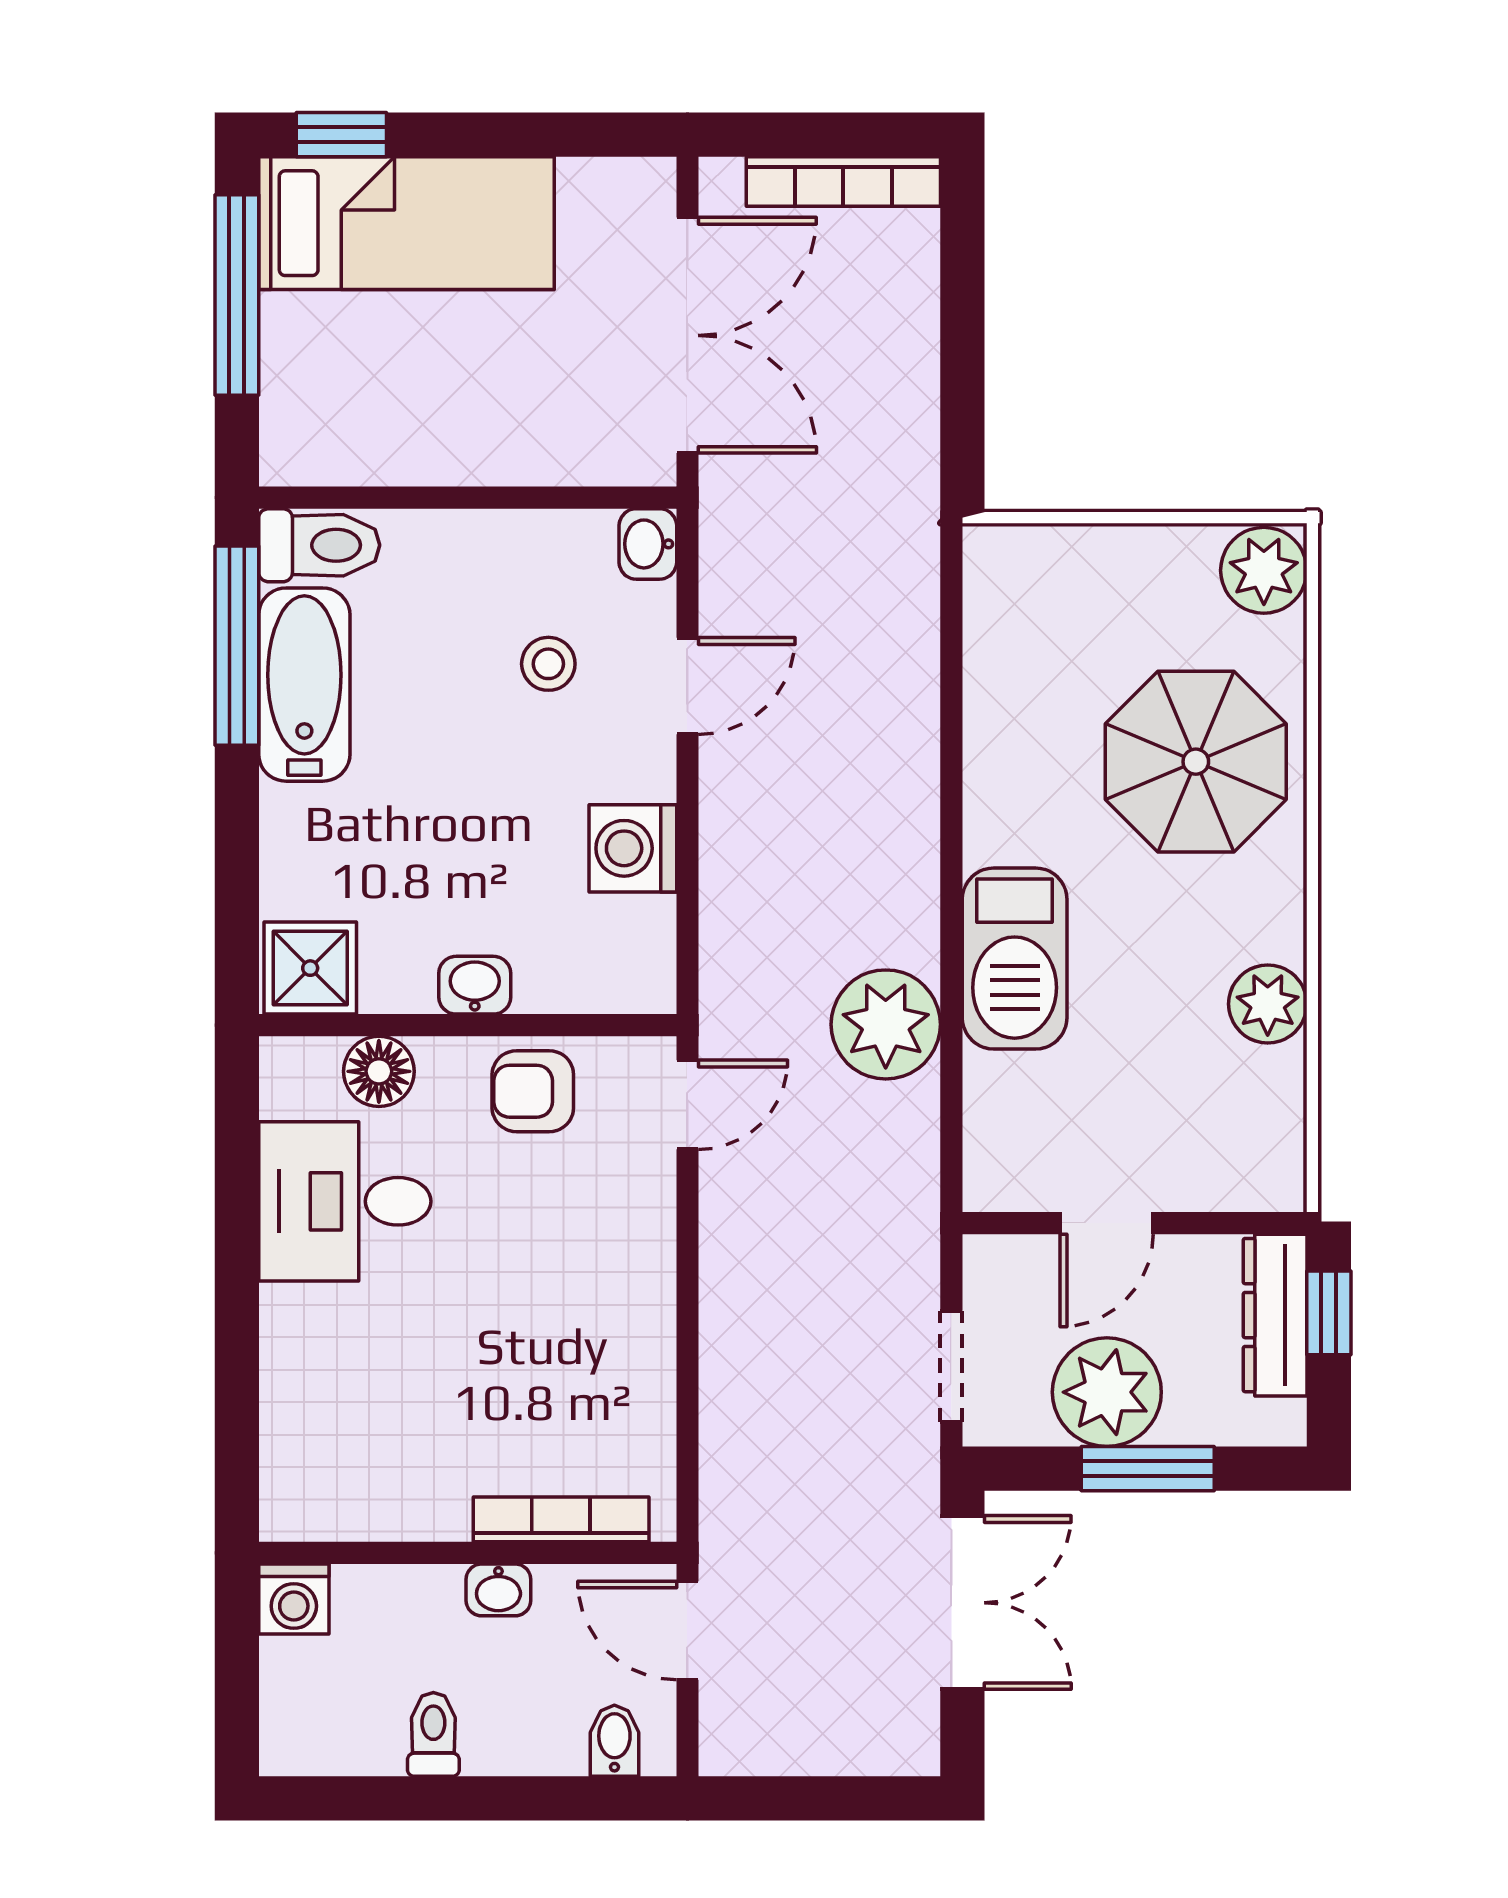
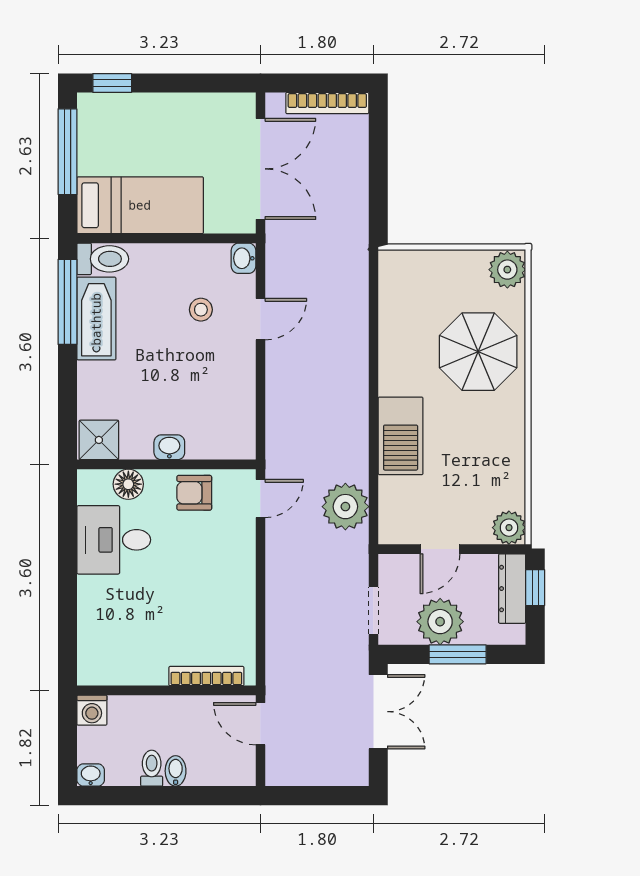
bed: (406, 223) -> (140, 205), moved
washing machine: (633, 848) -> (237, 389), removed
plant: (1268, 1004) -> (509, 528), moved
plant: (886, 1024) -> (345, 507), moved
washbasin: (498, 1590) -> (91, 775), moved, turned 180
bidet: (614, 1741) -> (176, 771), moved

